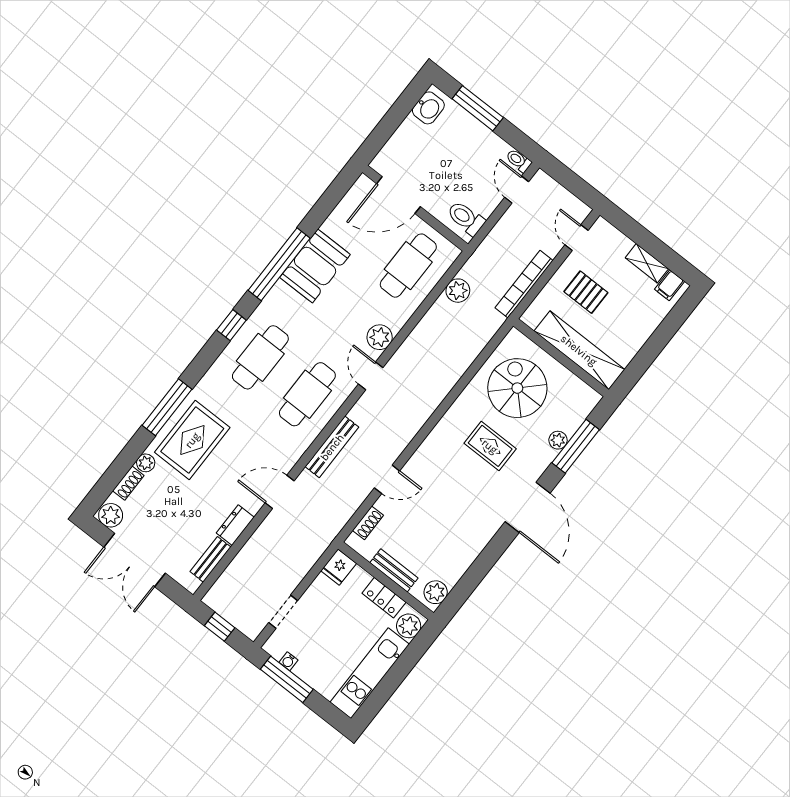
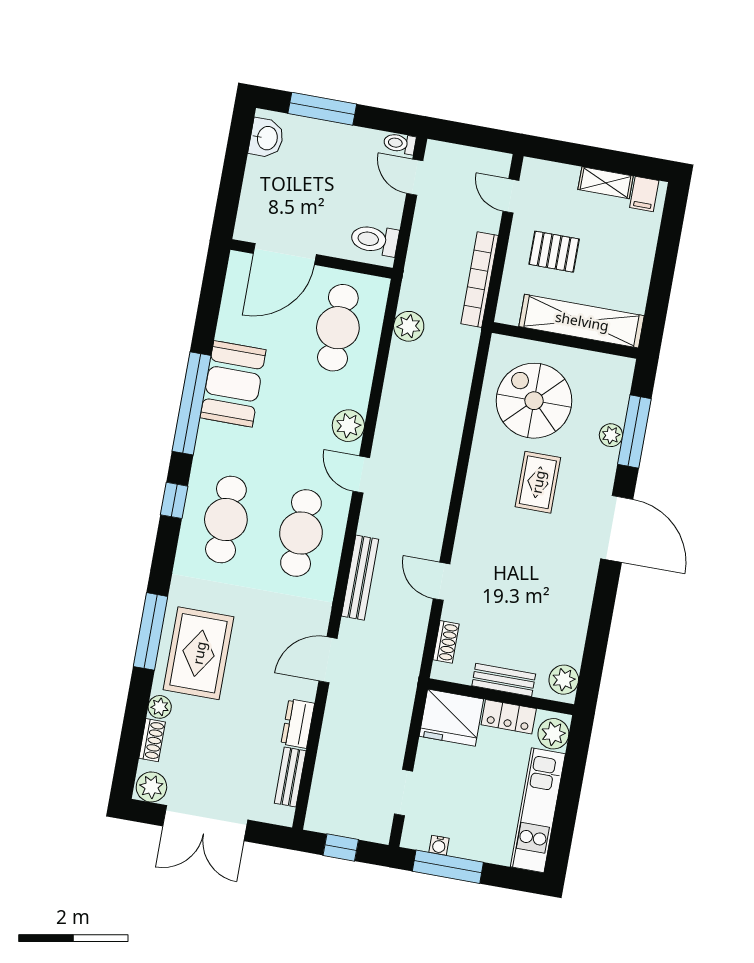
rug: (490, 446) -> (538, 482), turned 90
door: (387, 479) -> (442, 581), swing flipped
fridge: (339, 567) -> (451, 718), width x1.88, depth x1.34

